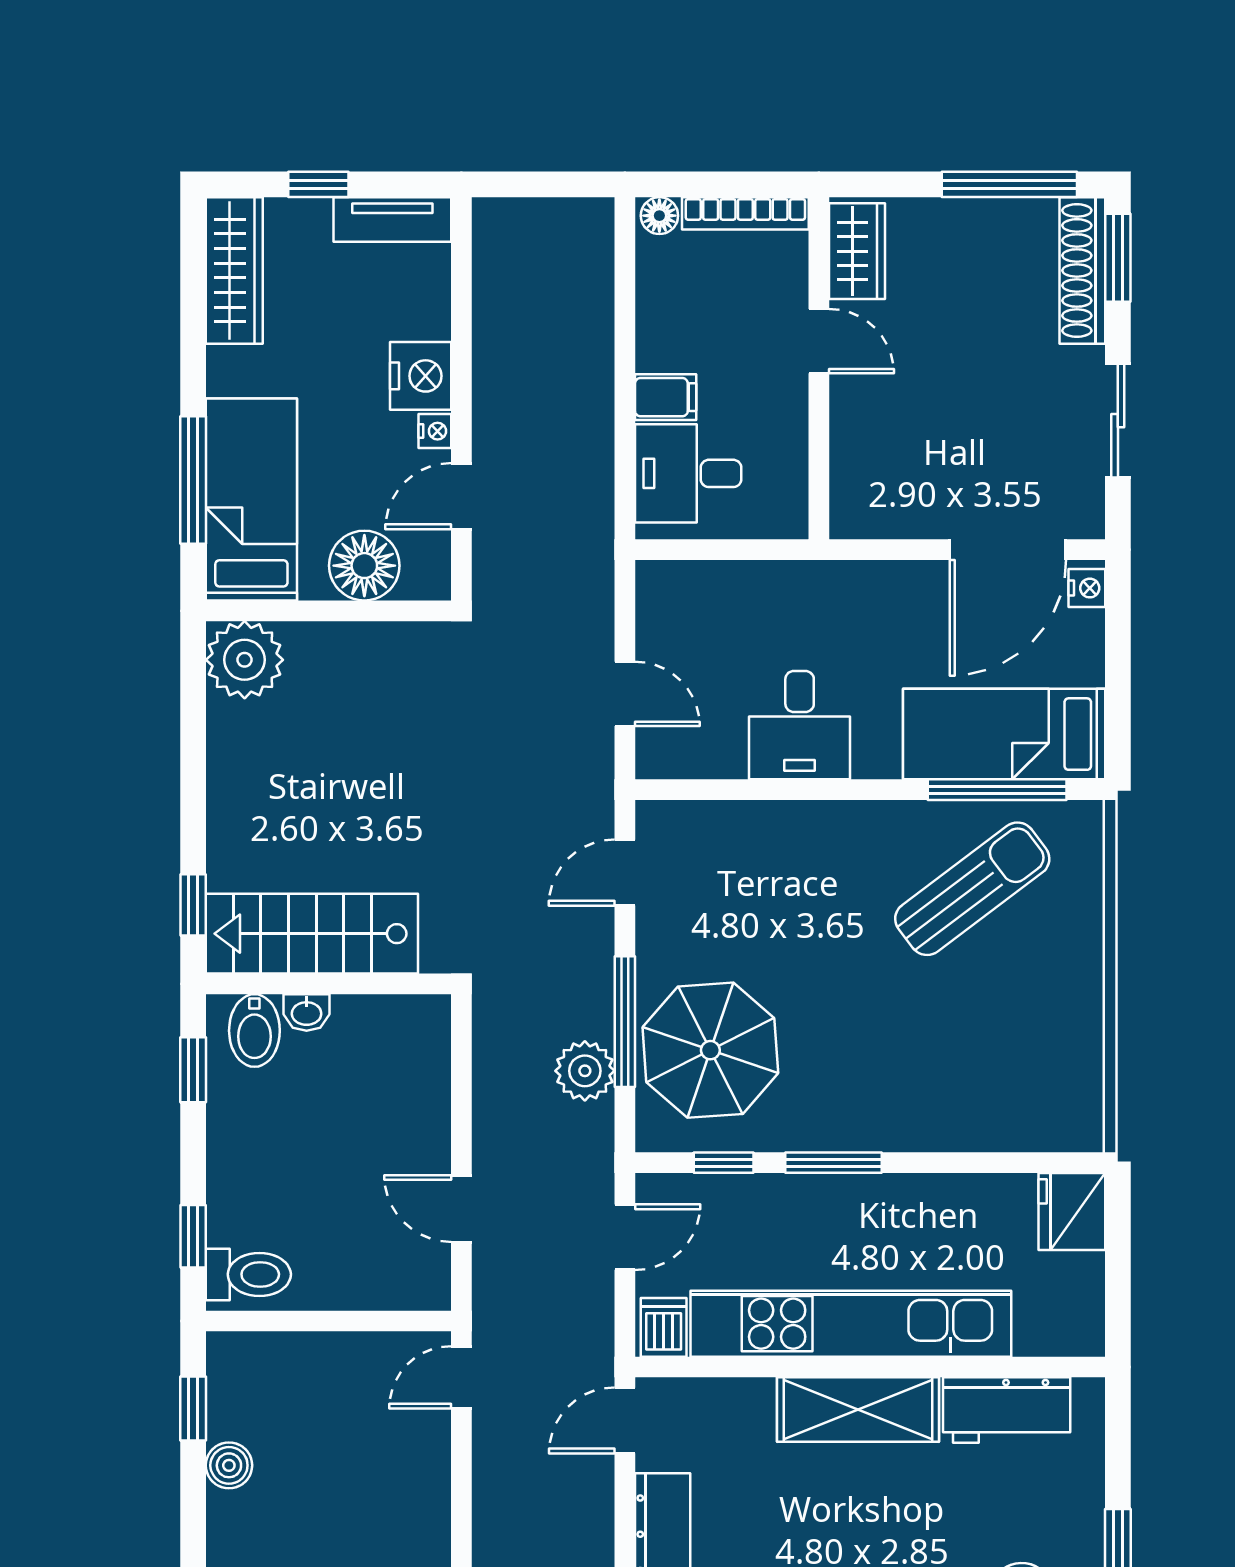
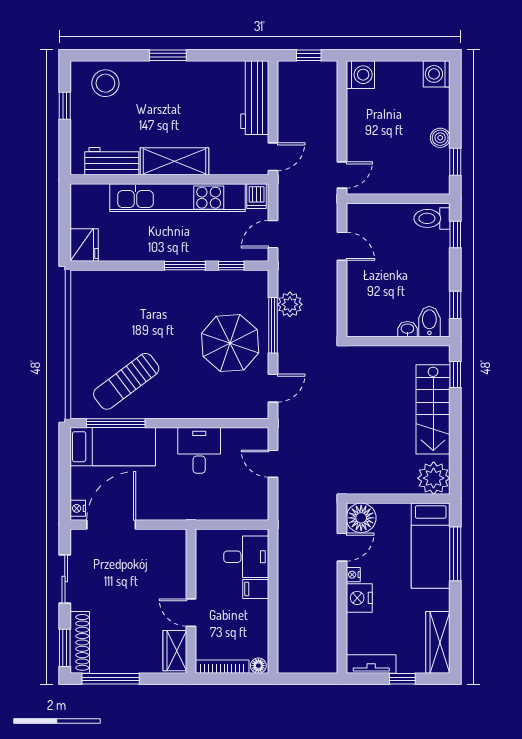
floor lamp: (364, 566) -> (361, 518), moved
stairs: (312, 934) -> (433, 409), moved, turned 90
parasol: (710, 1050) -> (230, 343), moved

